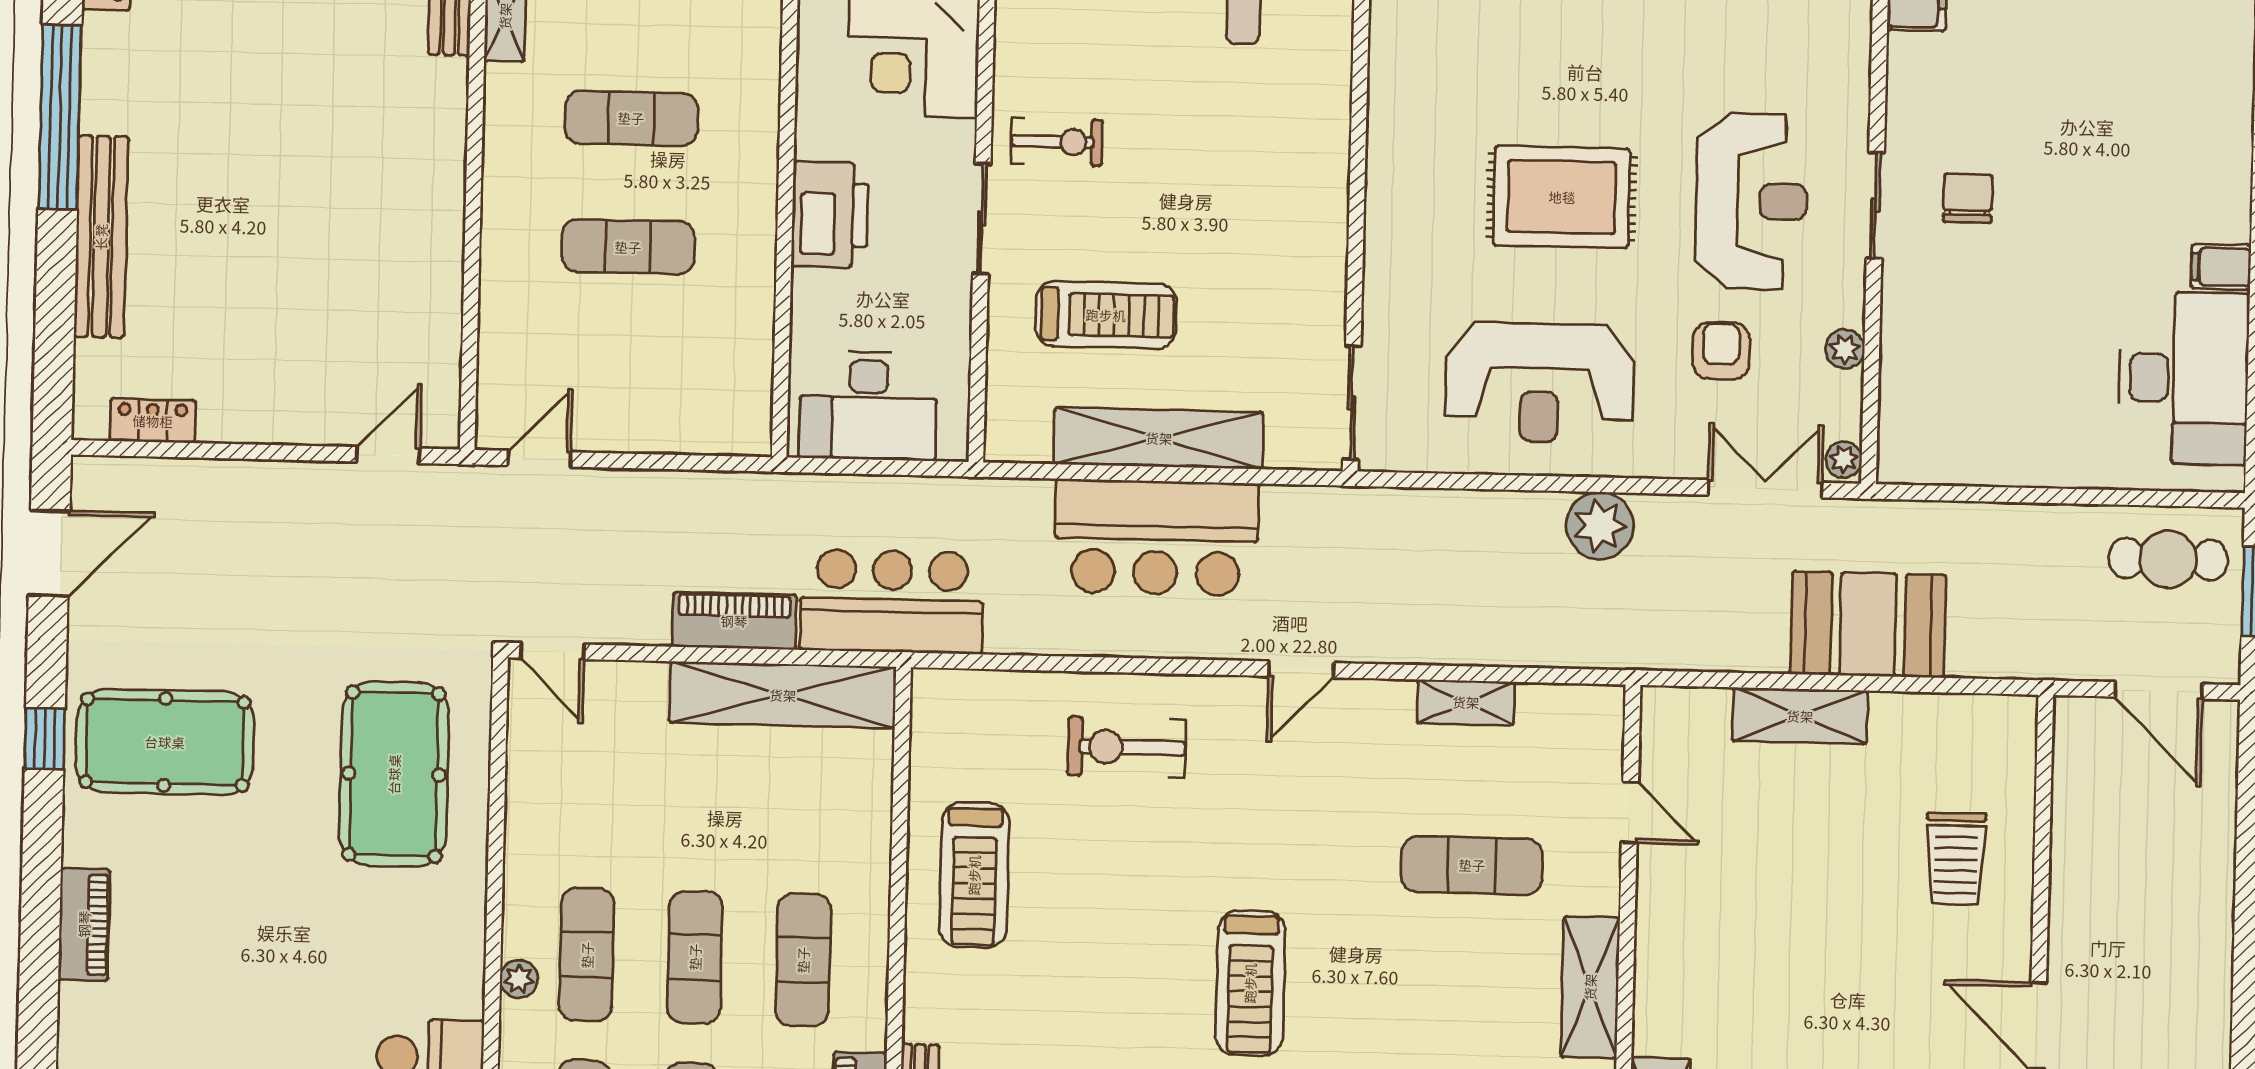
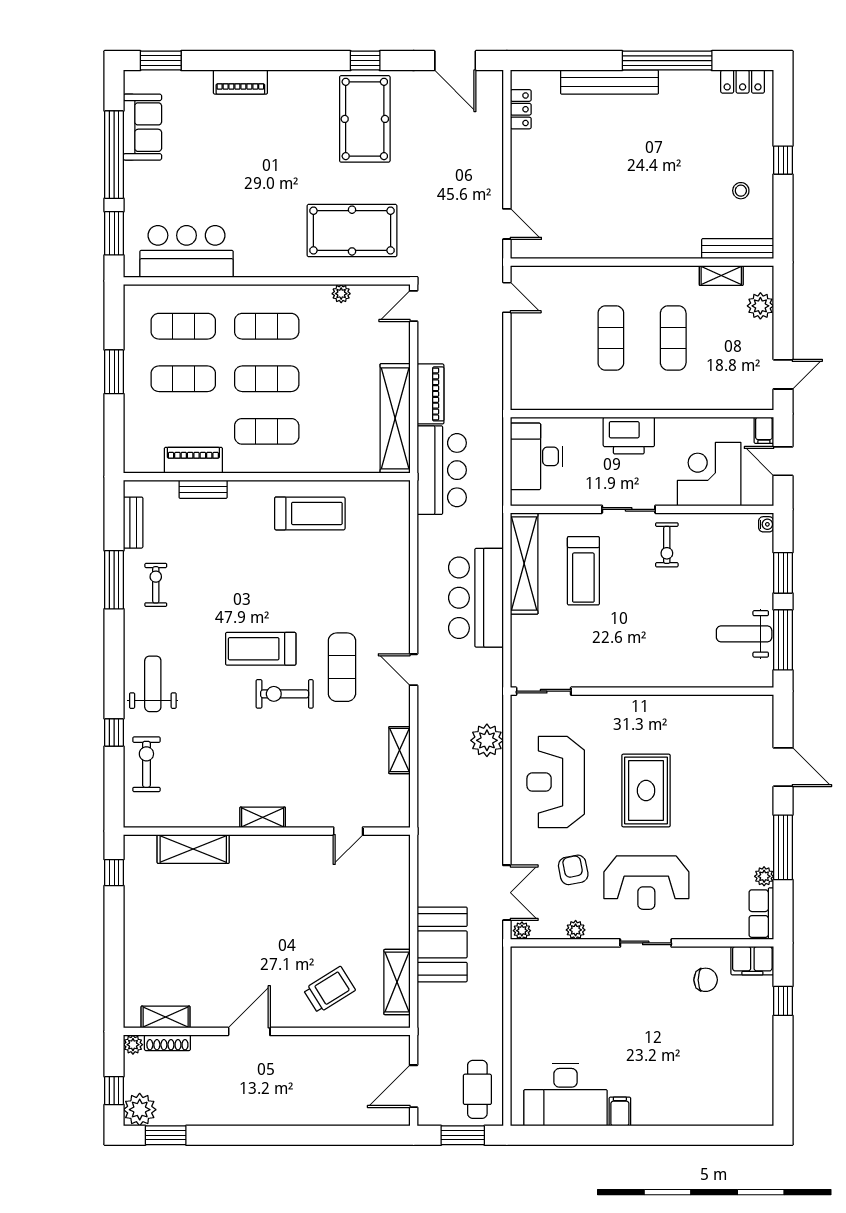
chair: (1968, 198) -> (706, 980), moved
armchair: (1721, 351) -> (573, 870), turned -100
shelving: (1159, 438) -> (524, 564), moved
plant: (1600, 526) -> (487, 740), moved
shelving: (1800, 716) -> (397, 982), moved
exercise bike: (1127, 747) -> (285, 694), moved, turned -90
trolley: (1956, 859) -> (329, 990), turned 148
exercise mat: (1472, 865) -> (342, 667), moved
treadmill: (974, 875) -> (310, 513), turned 180
piano: (84, 924) -> (240, 82), moved
plant: (519, 979) -> (341, 294), moved
shelving: (1590, 987) -> (263, 817), width x0.67, depth x0.75

